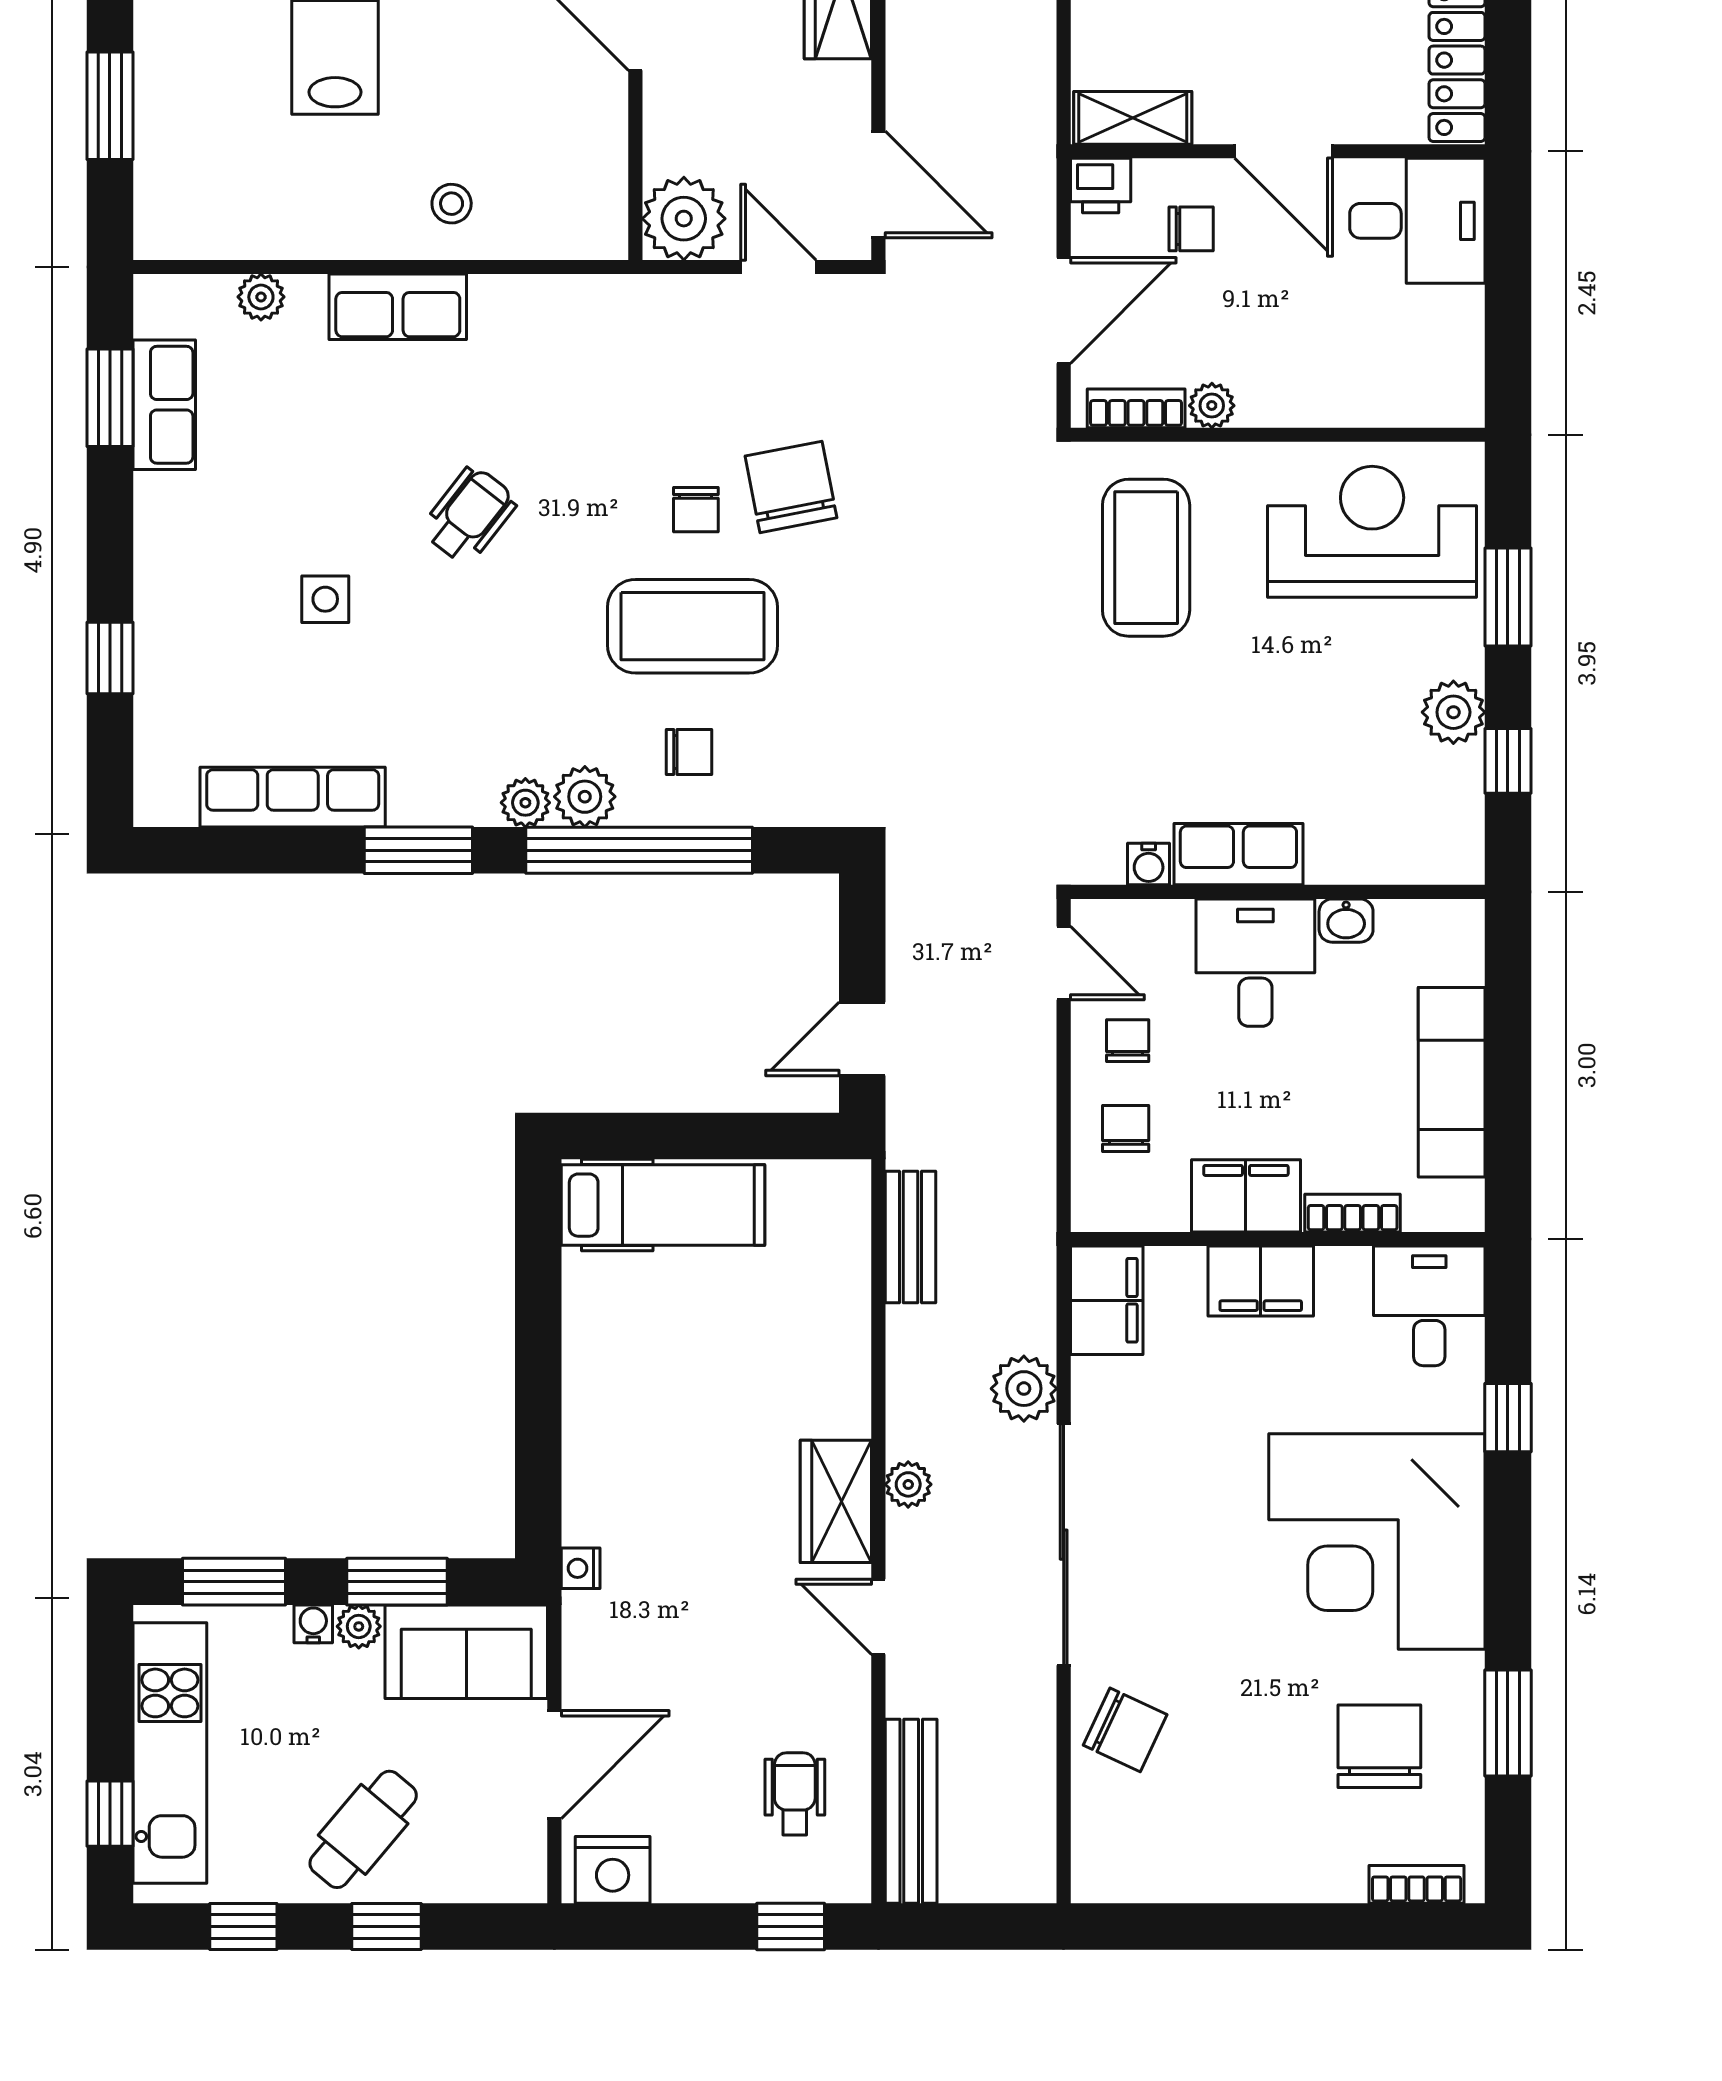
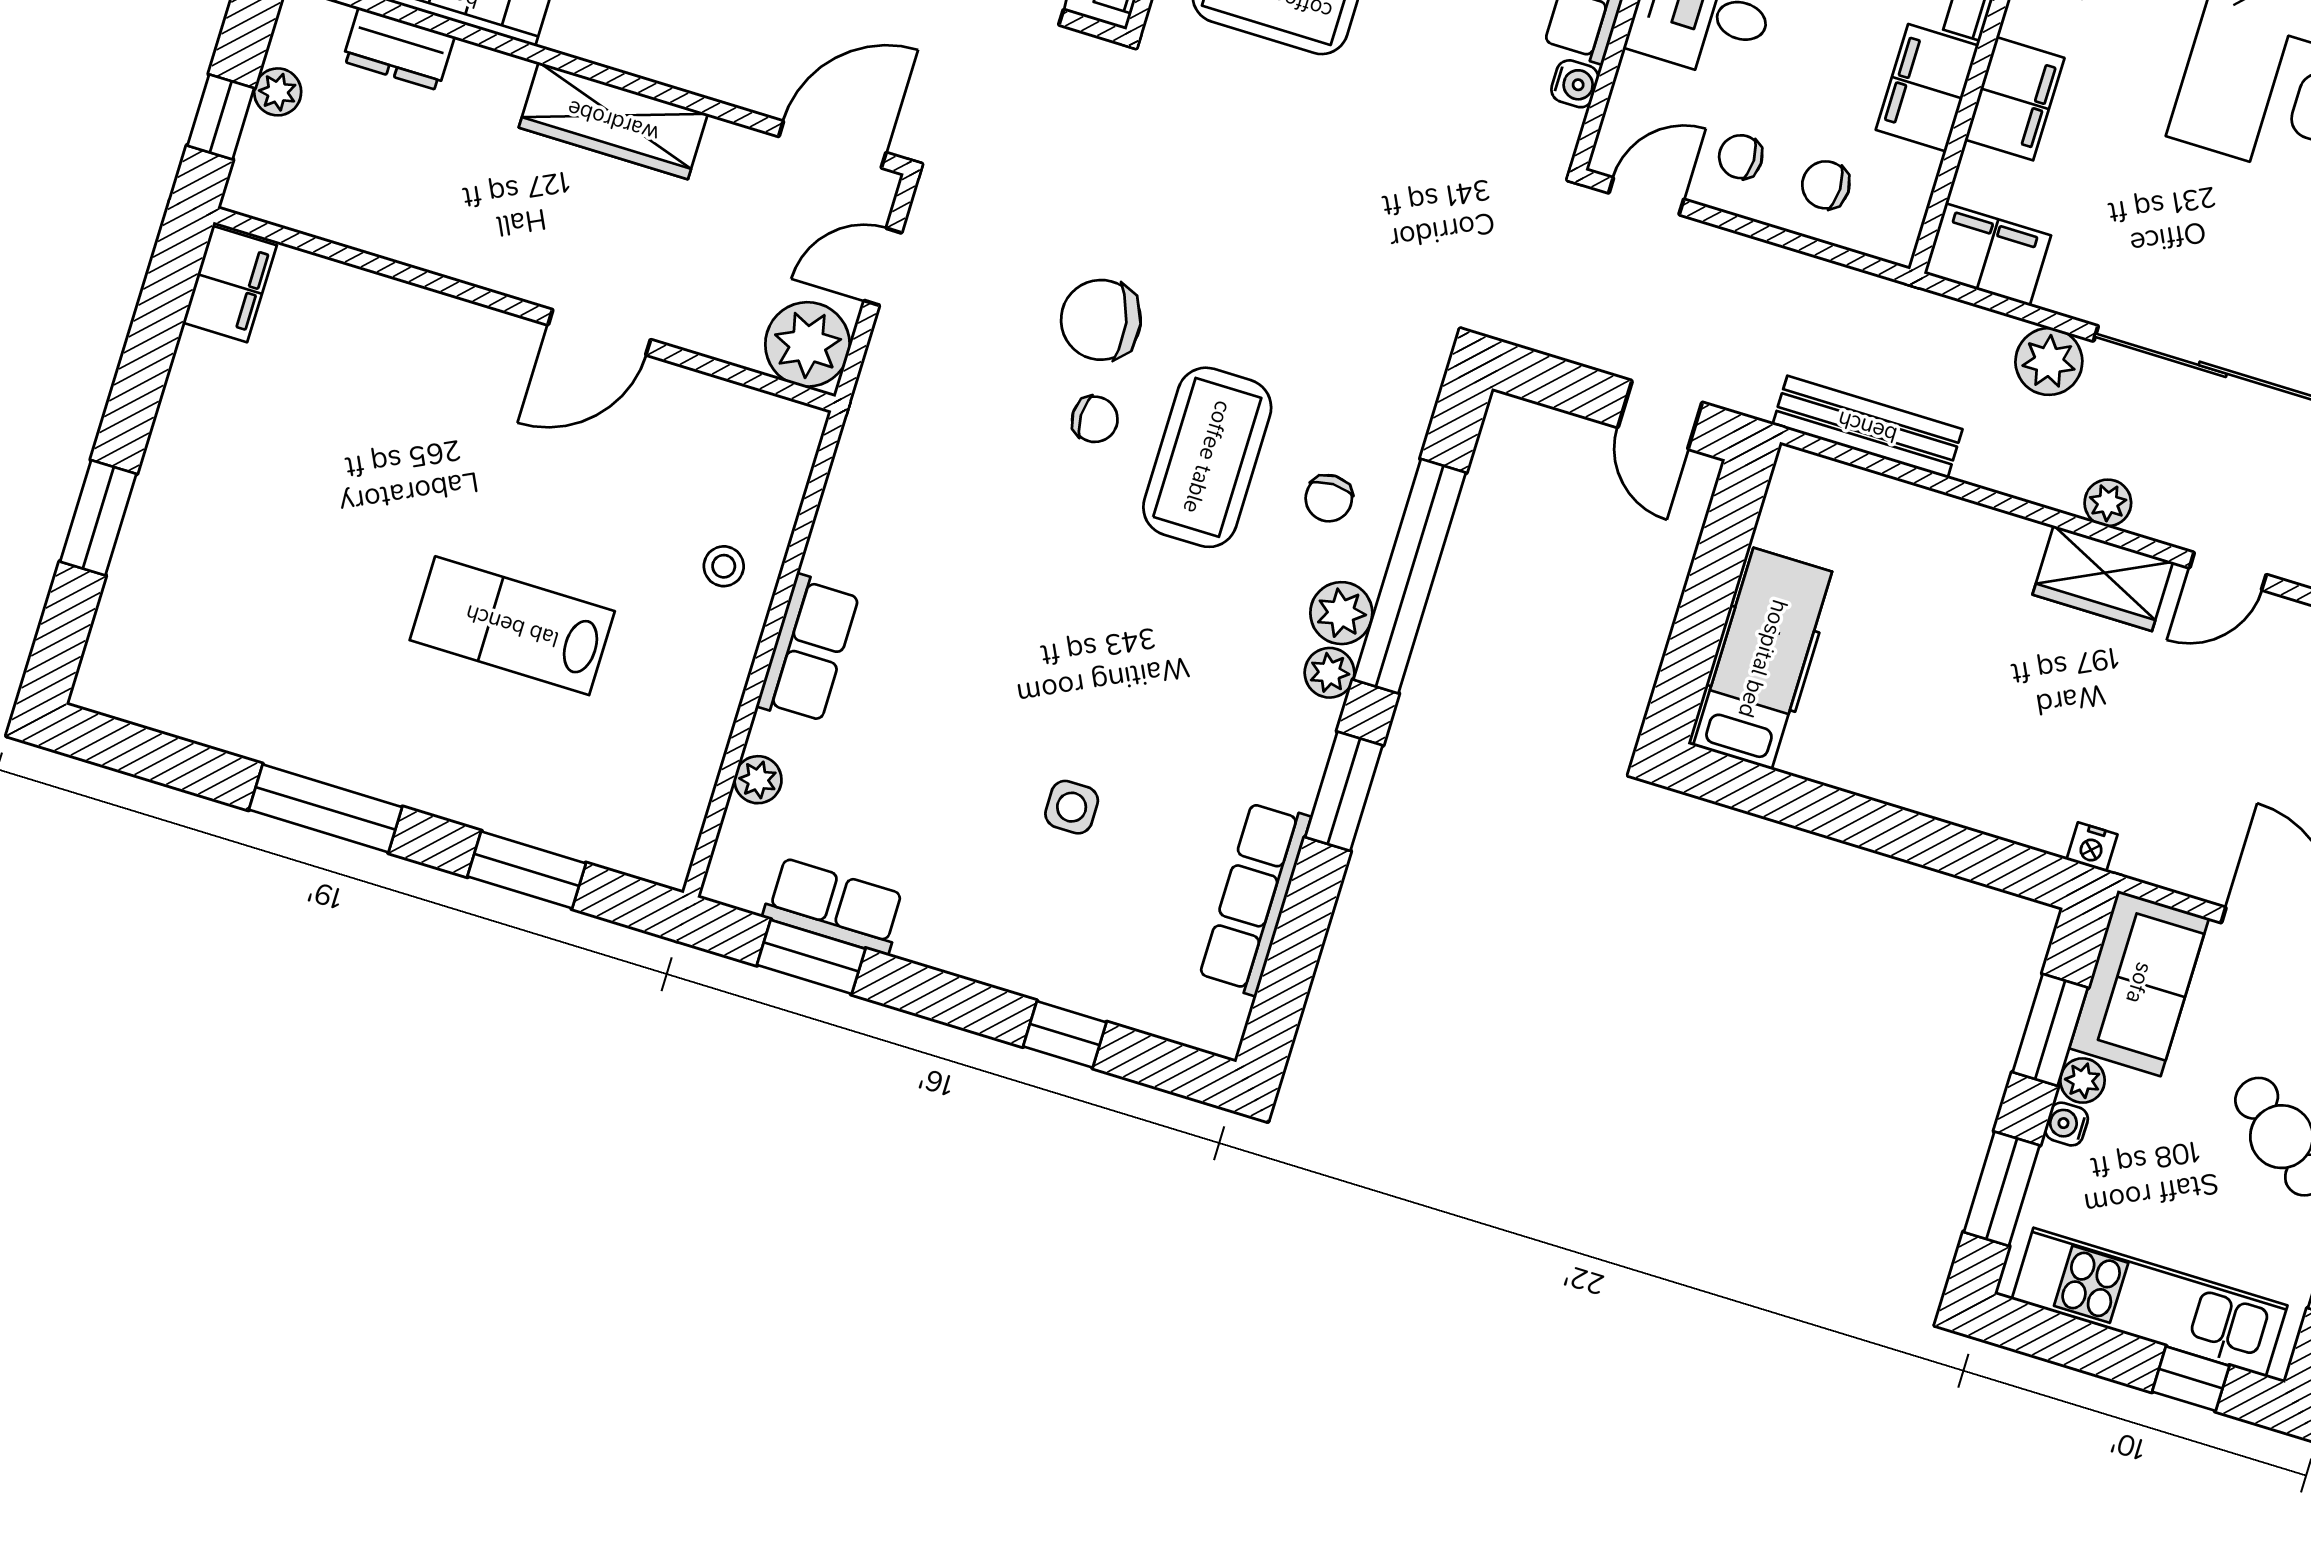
wheelchair: (469, 515) -> (1033, 642), removed
chair: (689, 752) -> (1329, 498), turned 180
bench: (911, 1237) -> (1867, 427), width x1.36

